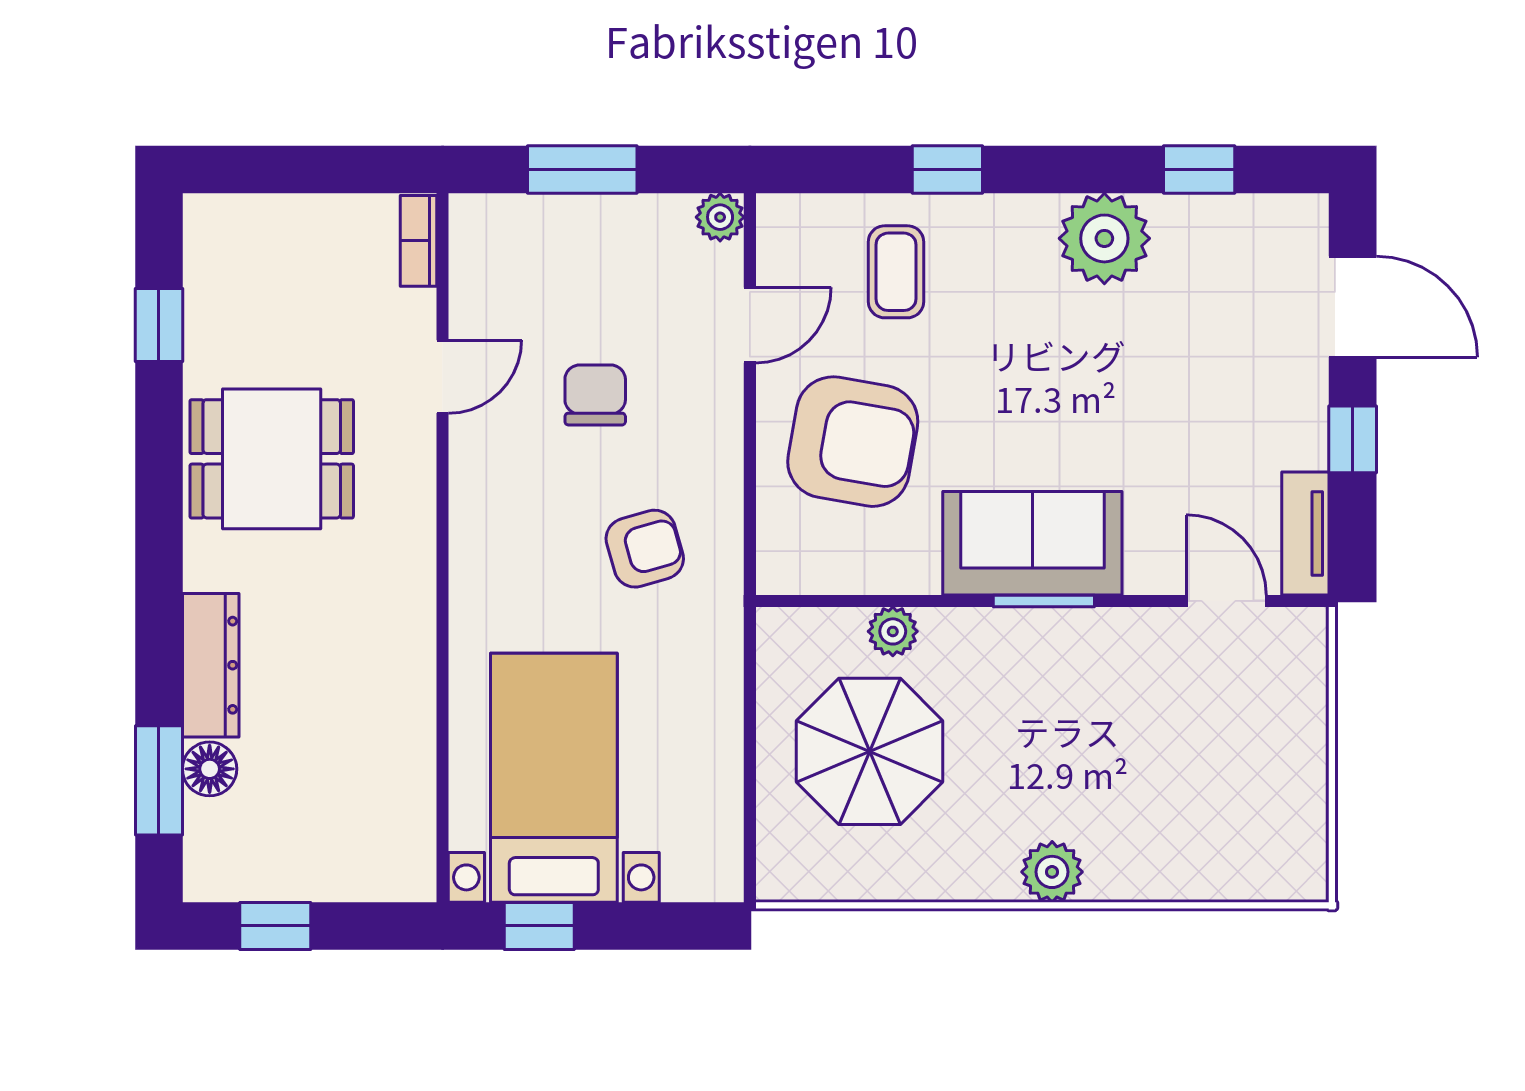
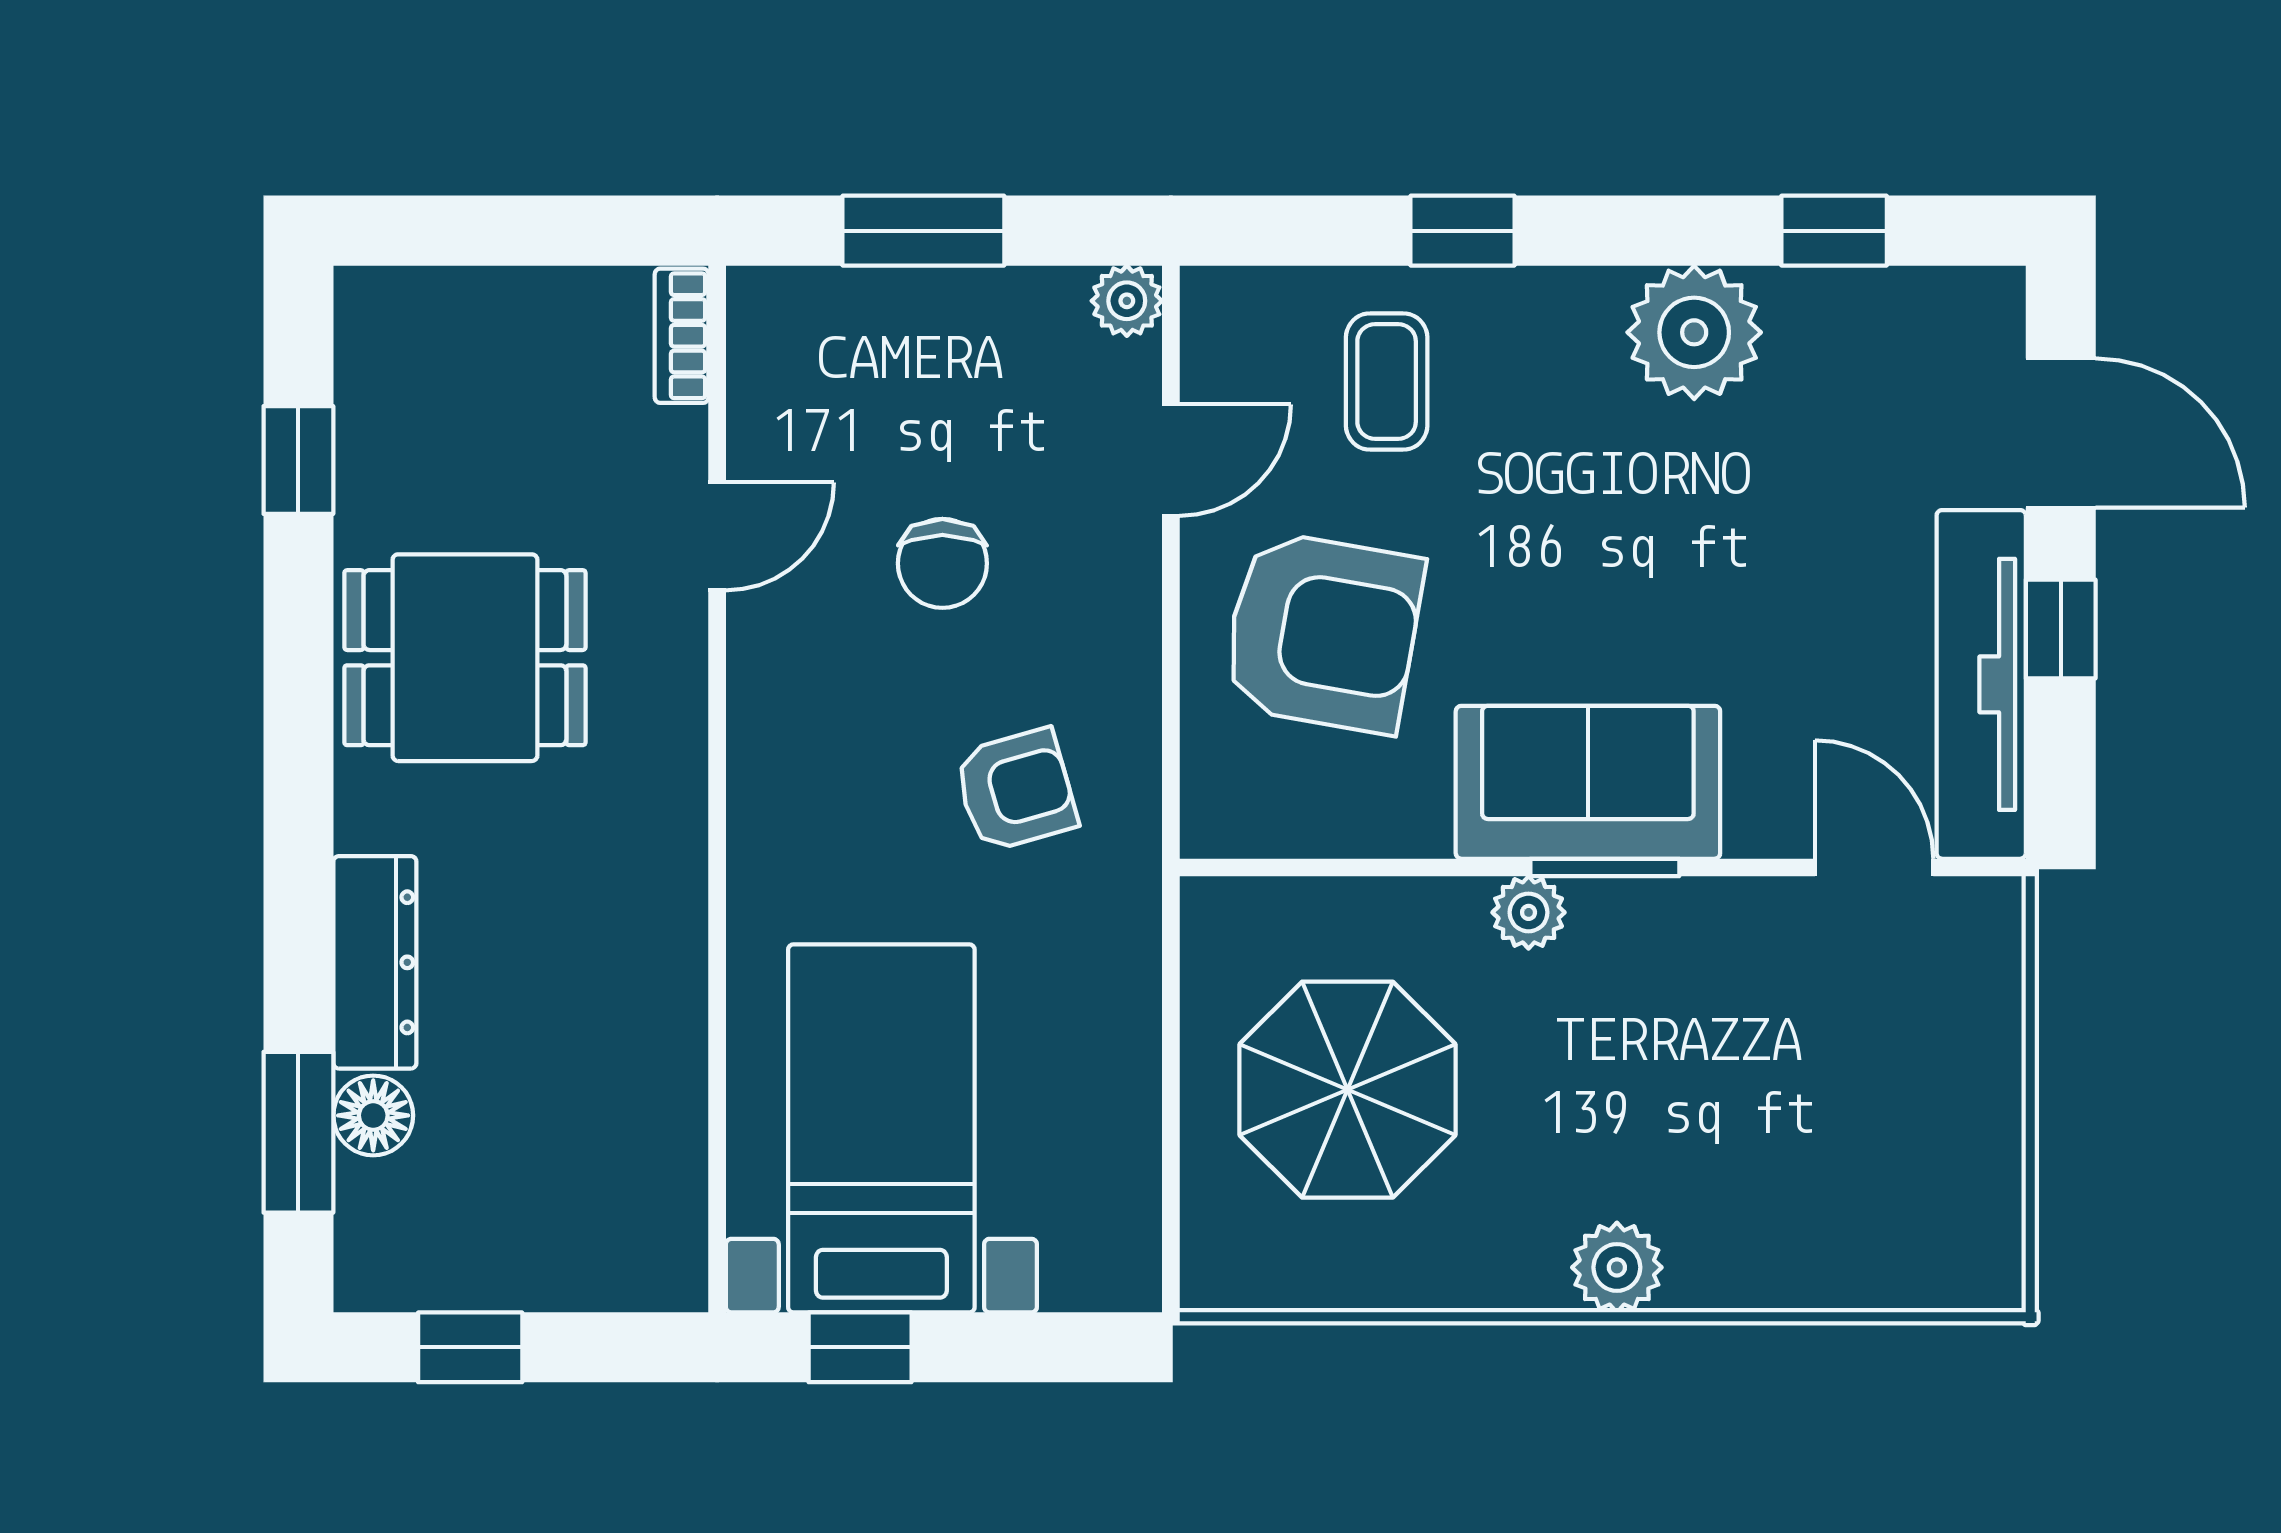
chair: (595, 395) -> (942, 563), turned 180
tv unit: (1305, 533) -> (1981, 684), width x1.92, depth x1.29
plant: (893, 631) -> (1529, 912), moved

